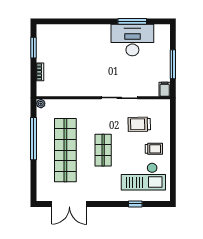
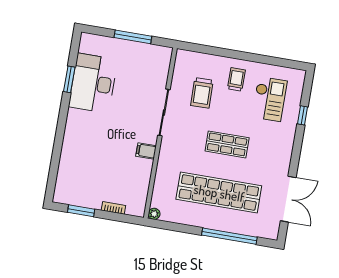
window: (132, 21) -> (69, 79), width x0.69
filing cabinet: (165, 89) -> (146, 151), moved
window: (34, 139) -> (229, 236), moved
checkout: (143, 177) -> (269, 99), width x0.73, depth x0.83

